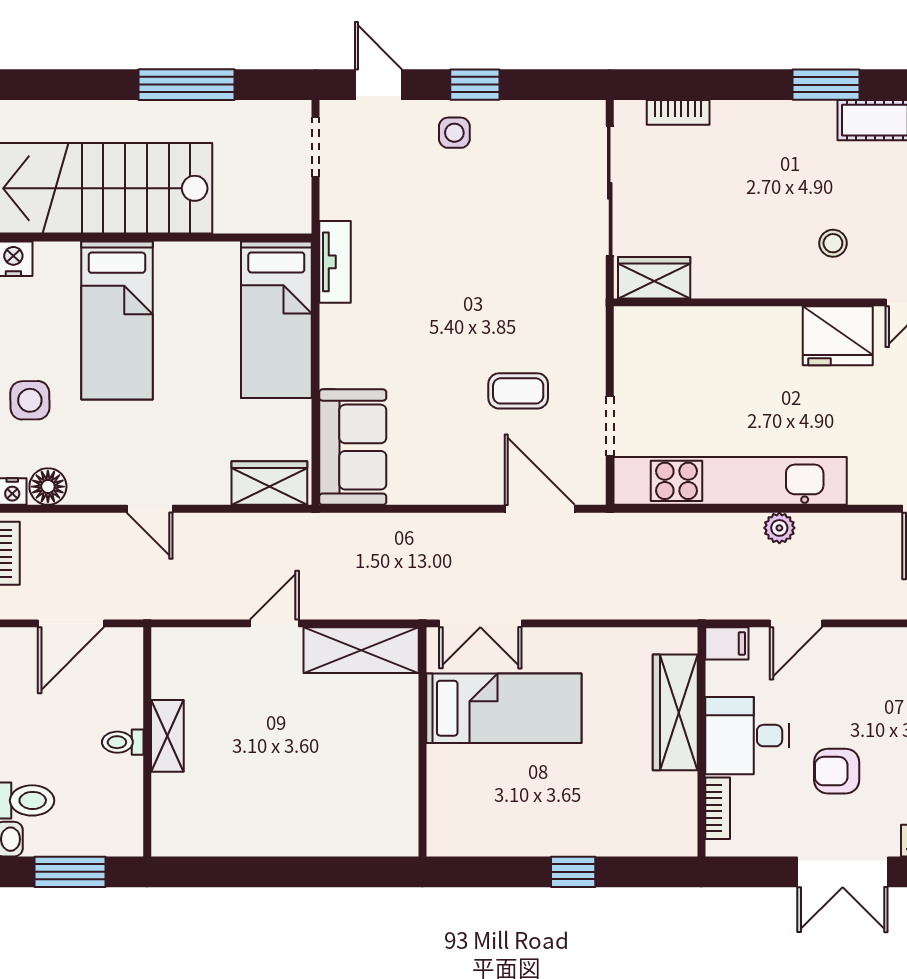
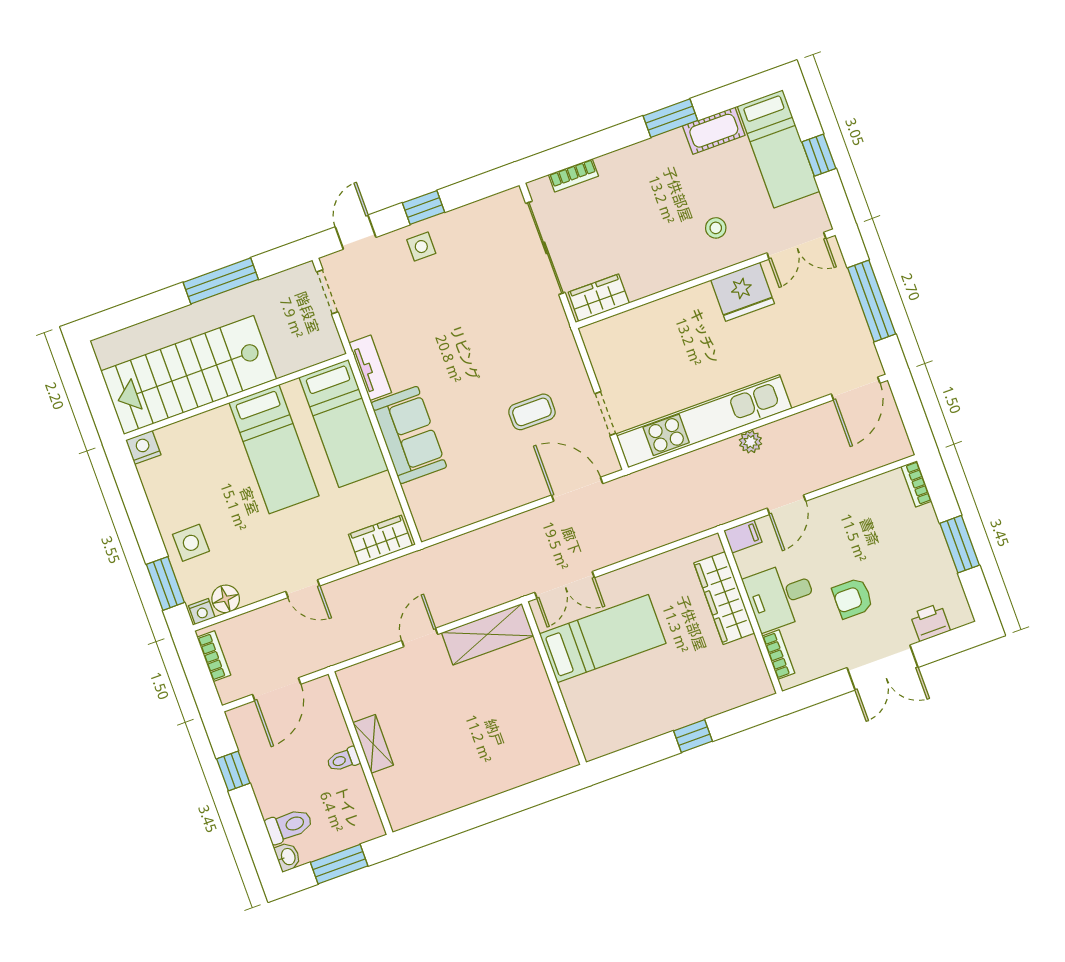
door: (378, 85) -> (356, 232), hinge flipped
bed: (117, 320) -> (274, 449), moved
sofa: (353, 447) -> (409, 435), moved

